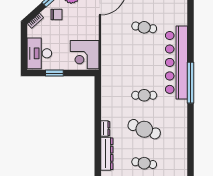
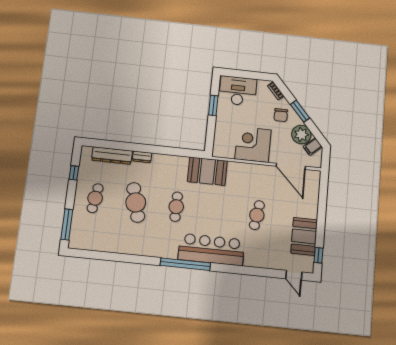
corner desk: (85, 55) -> (253, 144), moved
bar counter: (176, 62) -> (211, 250), width x0.73
booth: (112, 72) -> (207, 171), added
cafe table: (144, 129) -> (136, 202), turned -36

